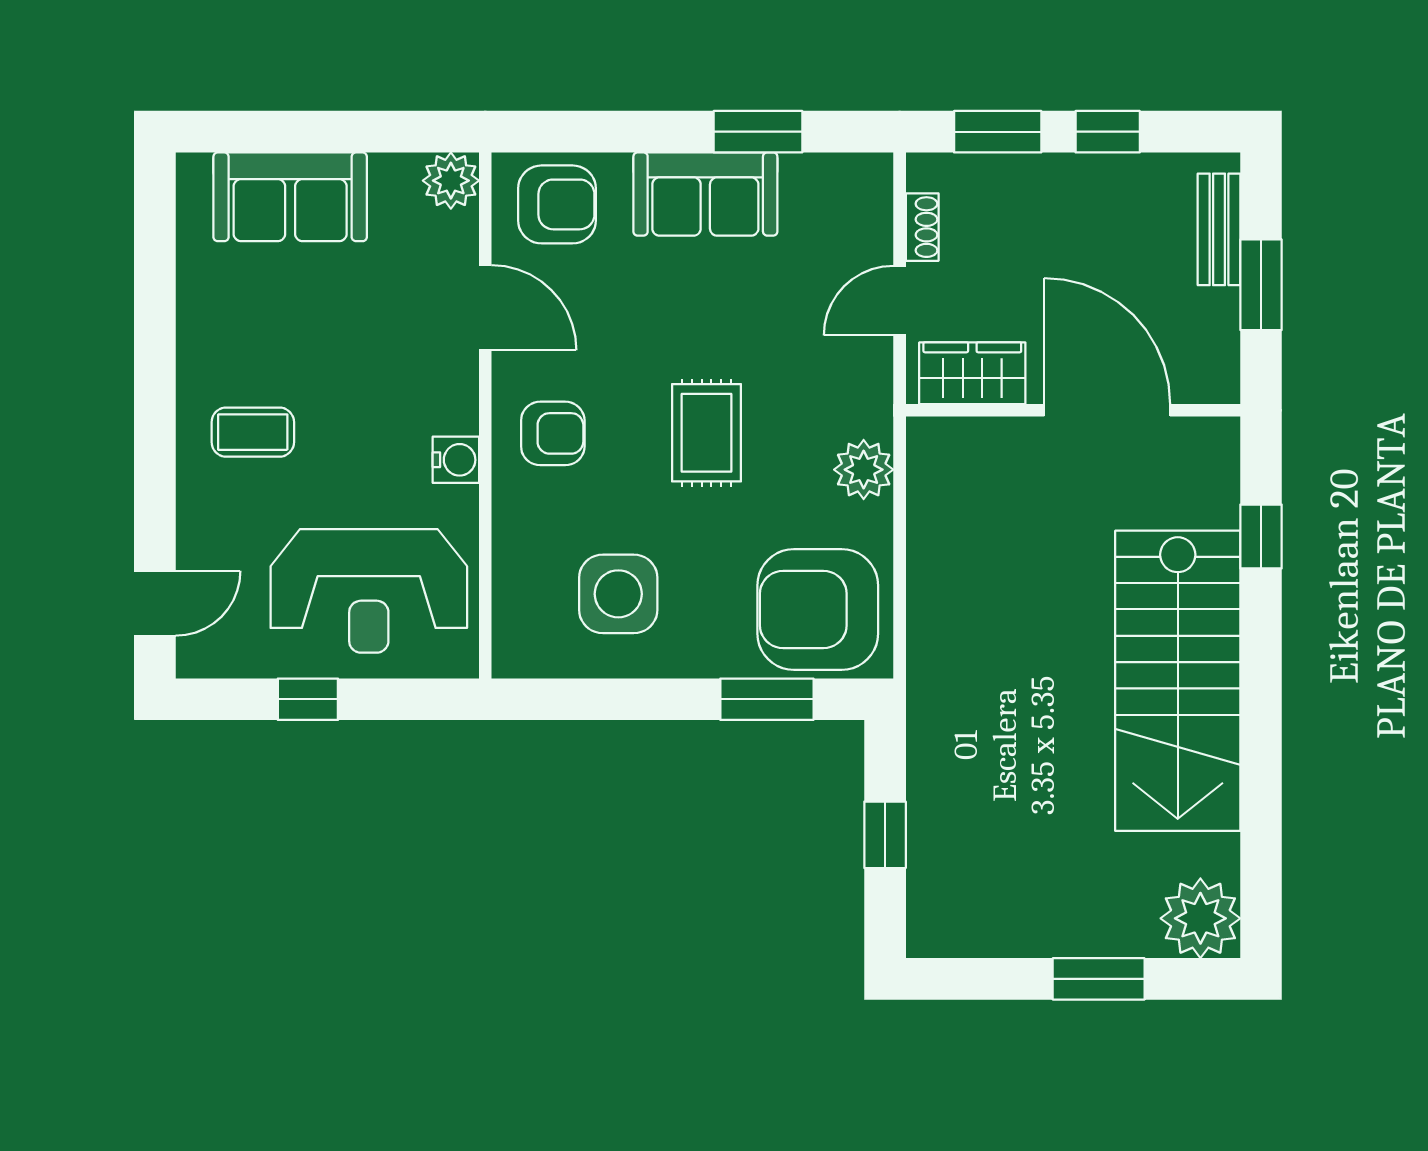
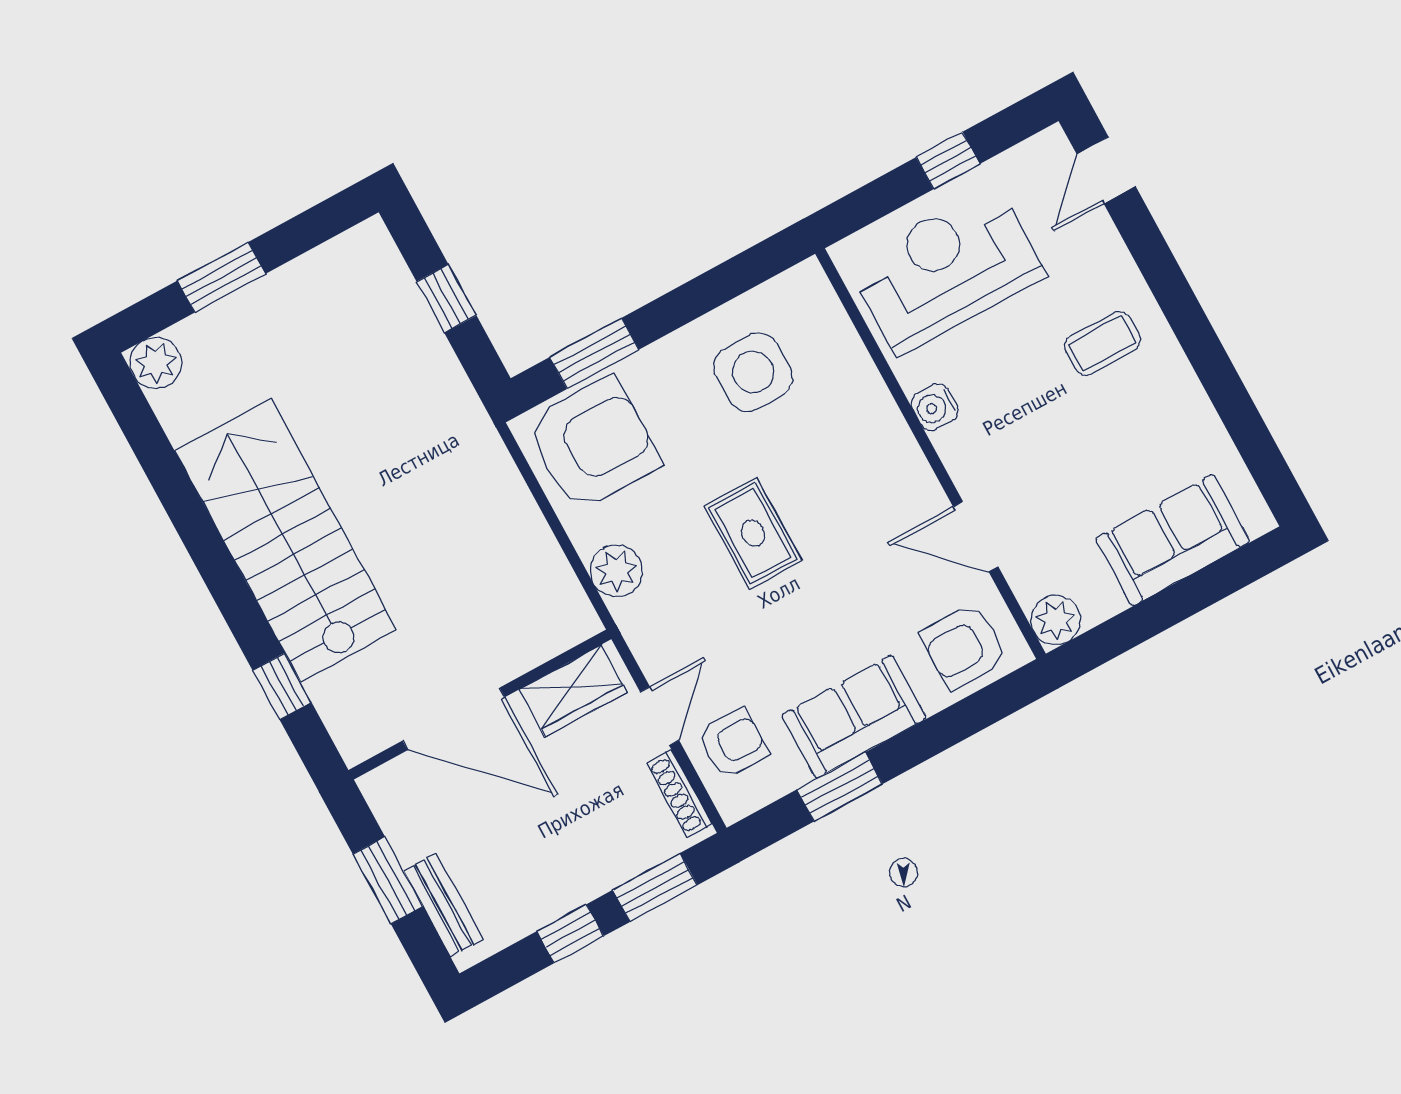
shoe rack: (922, 227) -> (679, 793), width x1.43
armchair: (553, 433) -> (733, 744), moved, turned 180
plant: (1200, 918) -> (156, 363), width x0.73, depth x0.73

